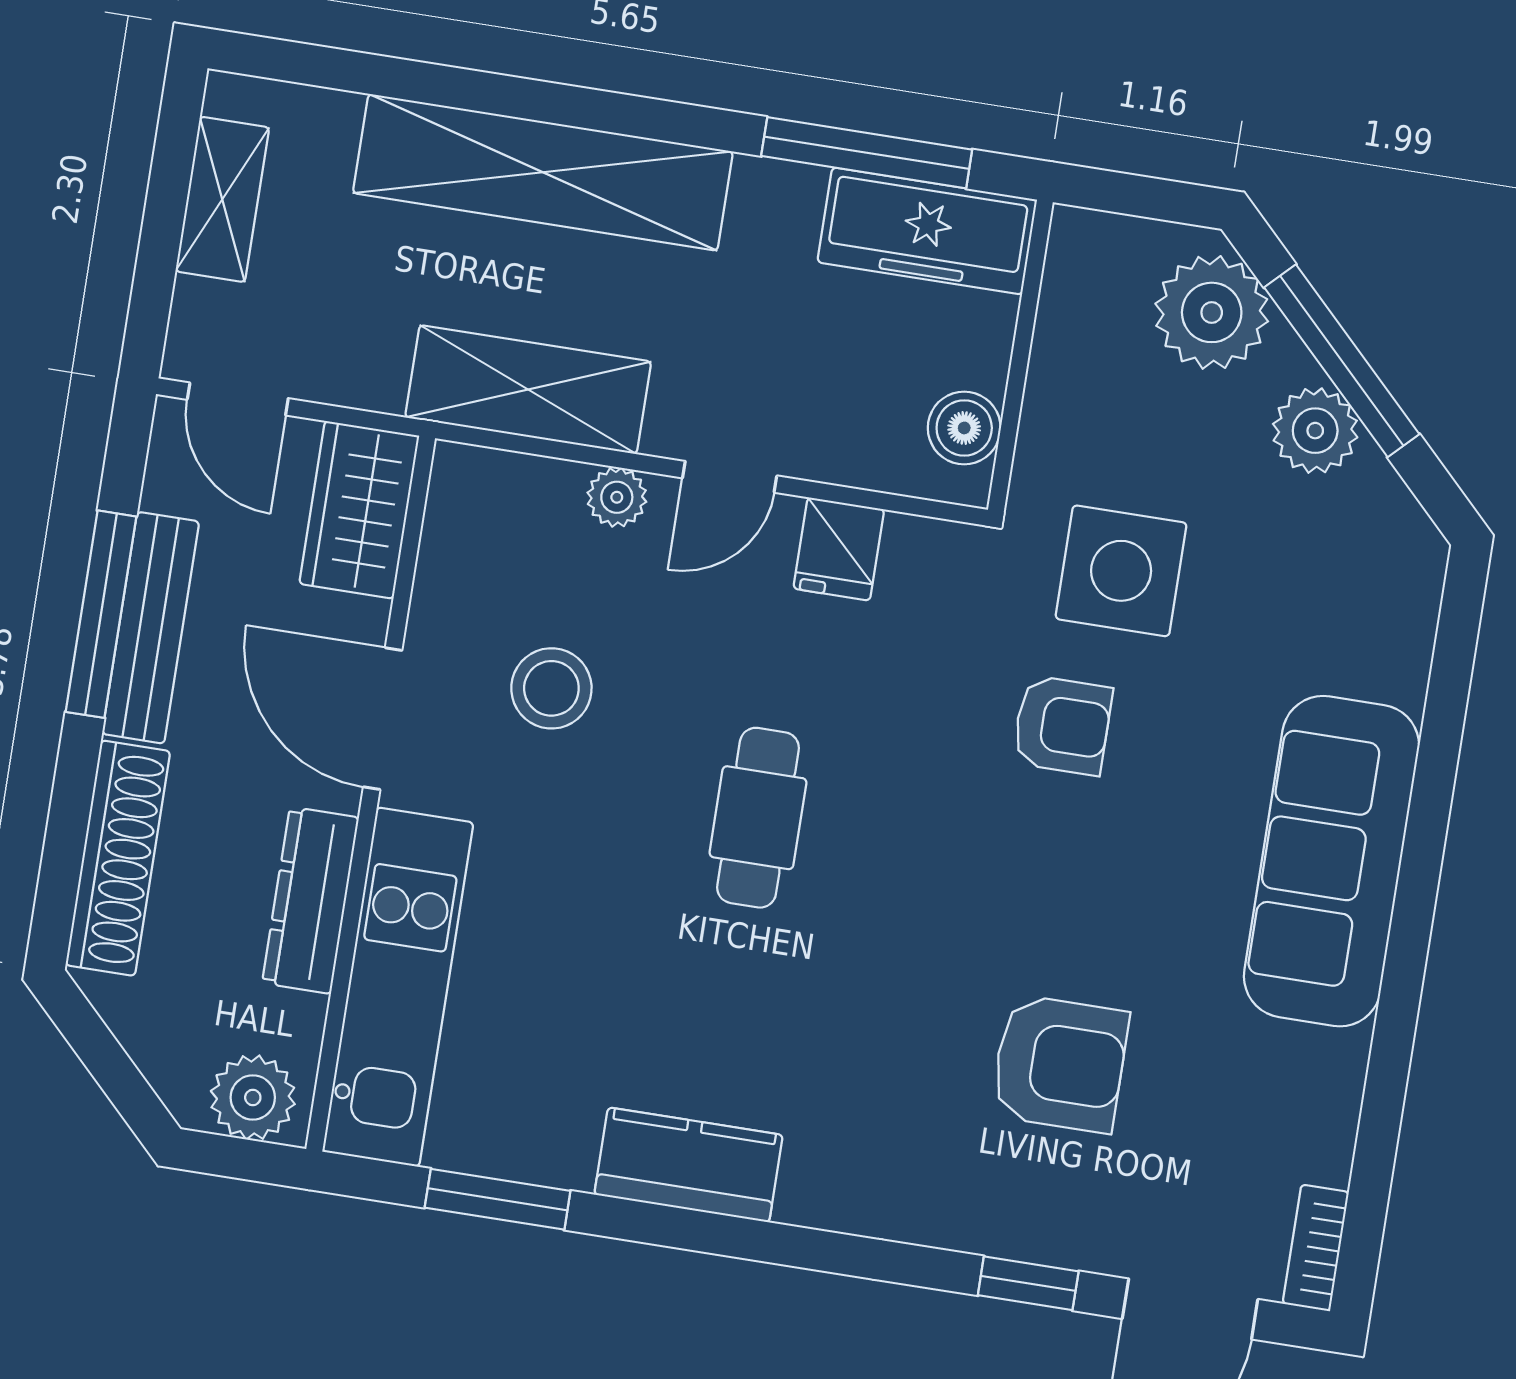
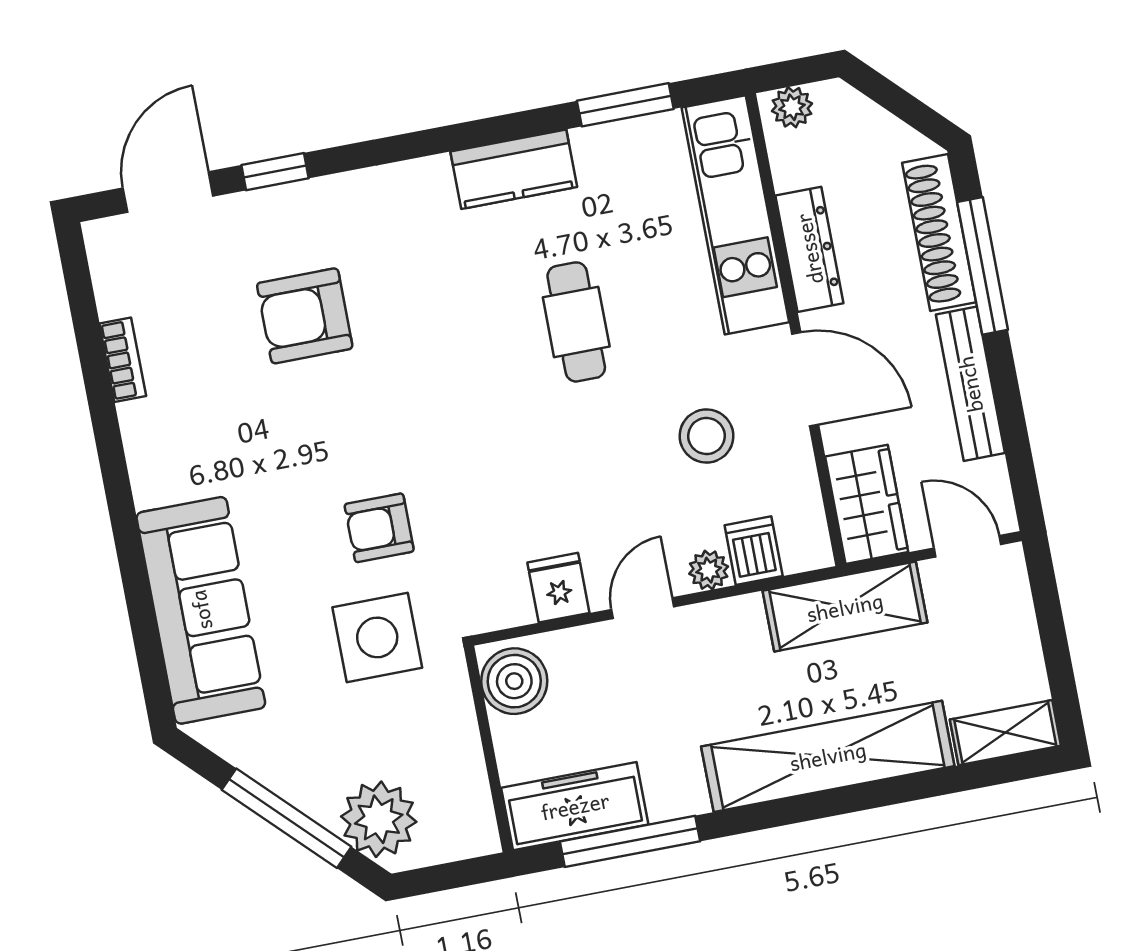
shelving: (222, 199) -> (1005, 733), moved, turned 90
shelving: (528, 389) -> (845, 607), moved
boiler: (964, 428) -> (514, 681), width x1.36, depth x1.36
plant: (1315, 431) -> (287, 769), removed
dishwasher: (543, 502) -> (754, 551), added
window: (101, 614) -> (983, 266), moved
cafe table: (758, 818) -> (576, 322), moved
sofa: (1332, 861) -> (201, 610), moved
plant: (253, 1097) -> (792, 107), width x0.73, depth x0.73
bookcase: (1316, 1248) -> (123, 360), moved

